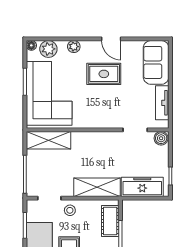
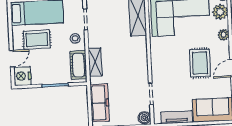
shelving: (97, 187) -> (95, 62), width x0.67, depth x0.75
cot: (110, 221) -> (78, 65), moved, turned 90

